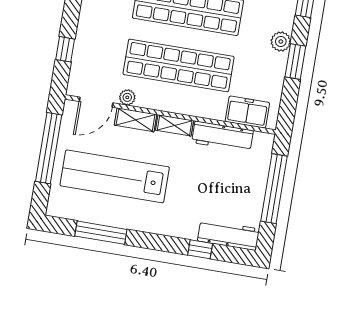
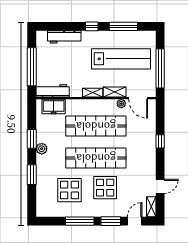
window: (65, 49) -> (160, 141), moved
door: (96, 102) -> (138, 98), swing flipped
workbench: (222, 136) -> (53, 91), moved
workbench: (229, 235) -> (64, 37), moved
window: (200, 249) -> (92, 26), moved

